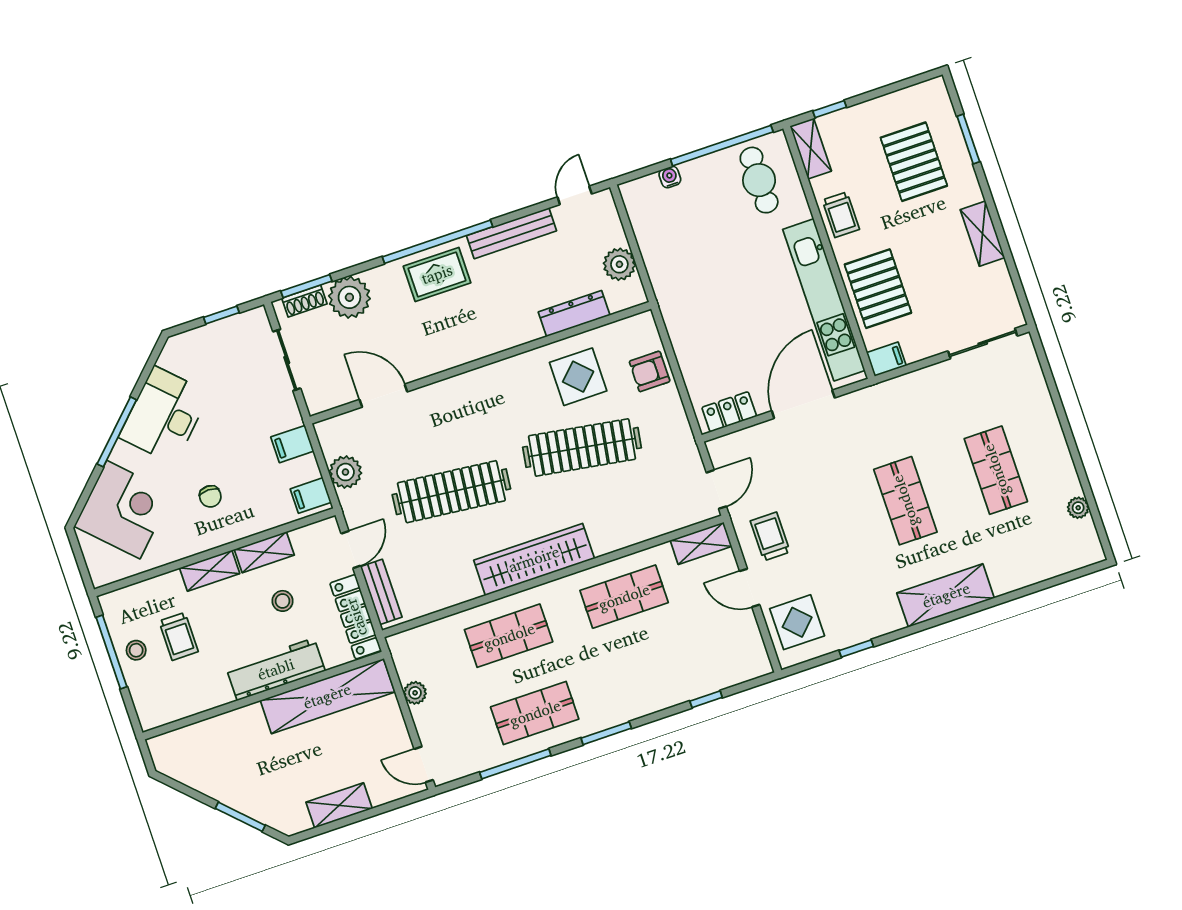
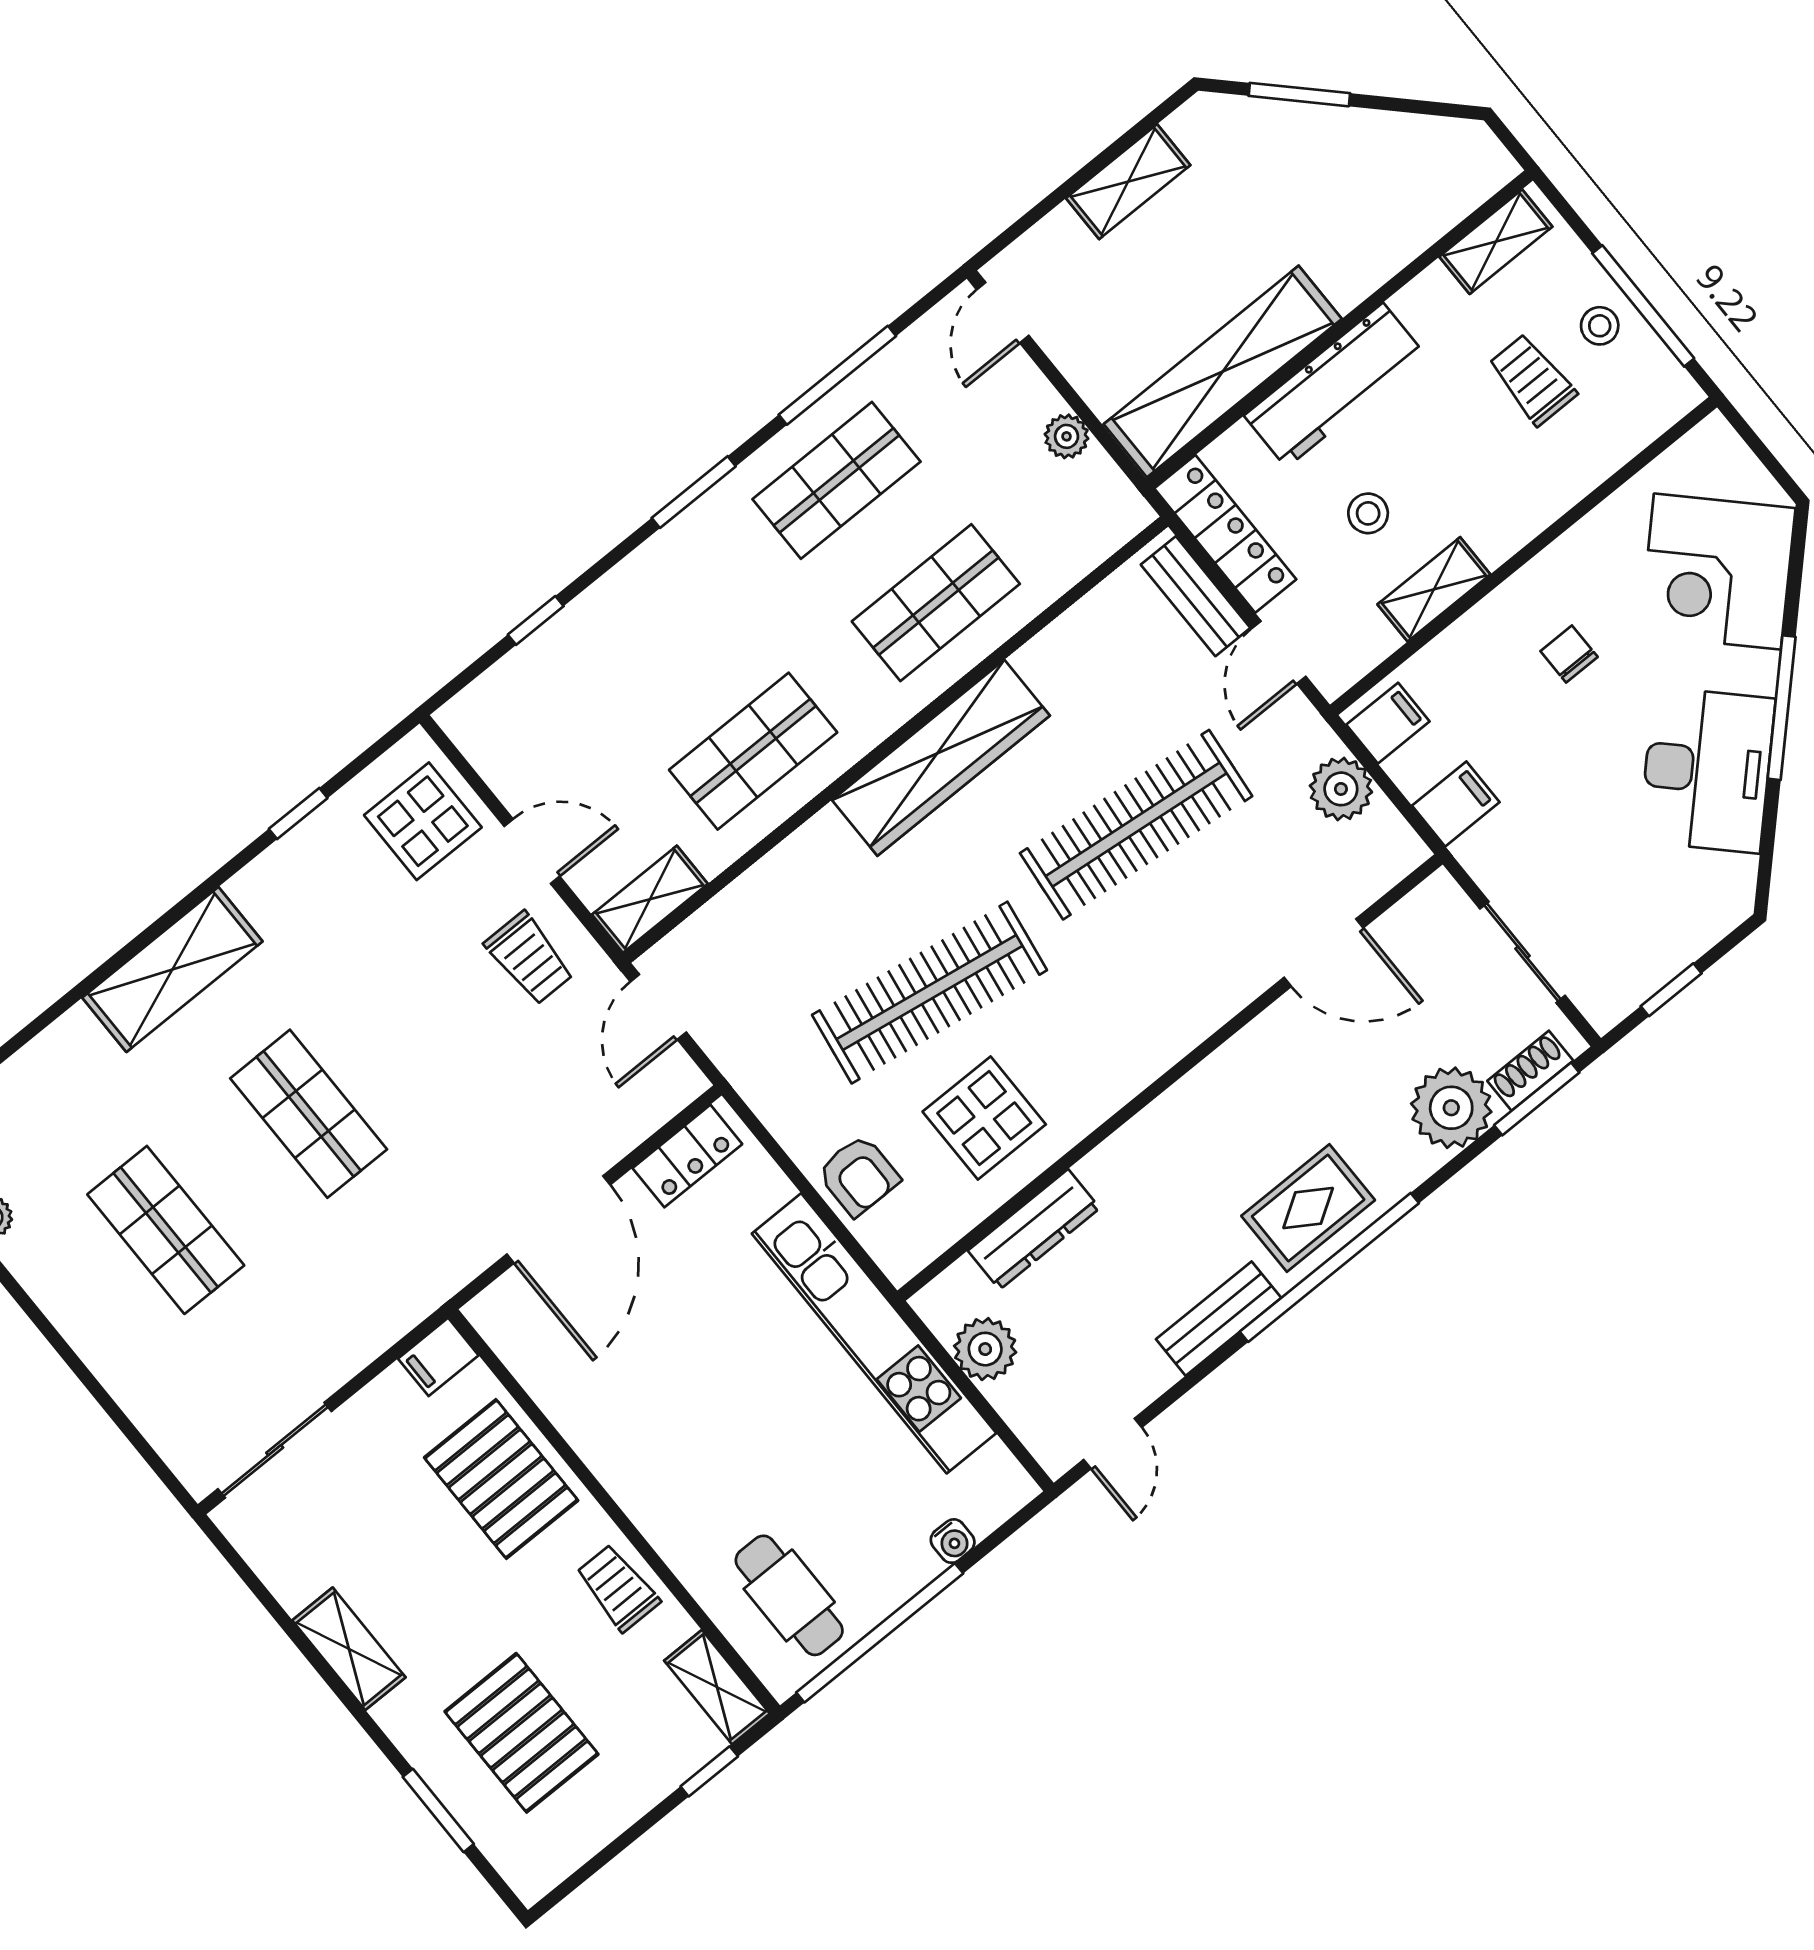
bench: (512, 233) -> (1219, 1319), width x0.73
kitchen unit: (824, 300) -> (874, 1333), moved, turned 180
armchair: (650, 371) -> (859, 1176), turned 90
shelving: (210, 571) -> (1496, 242), moved
door: (424, 764) -> (1003, 313), swing flipped

